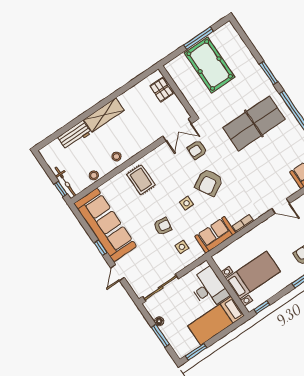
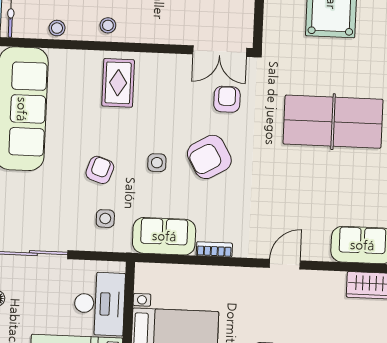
armchair: (197, 150) -> (227, 99), turned 90
door: (281, 206) -> (285, 264), swing flipped
armchair: (163, 226) -> (100, 170), turned -80

